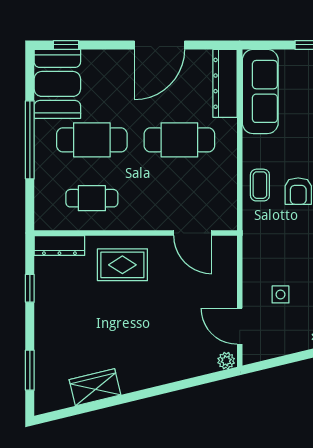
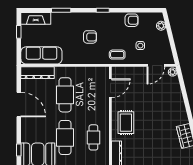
coffee table: (260, 185) -> (117, 55), moved

